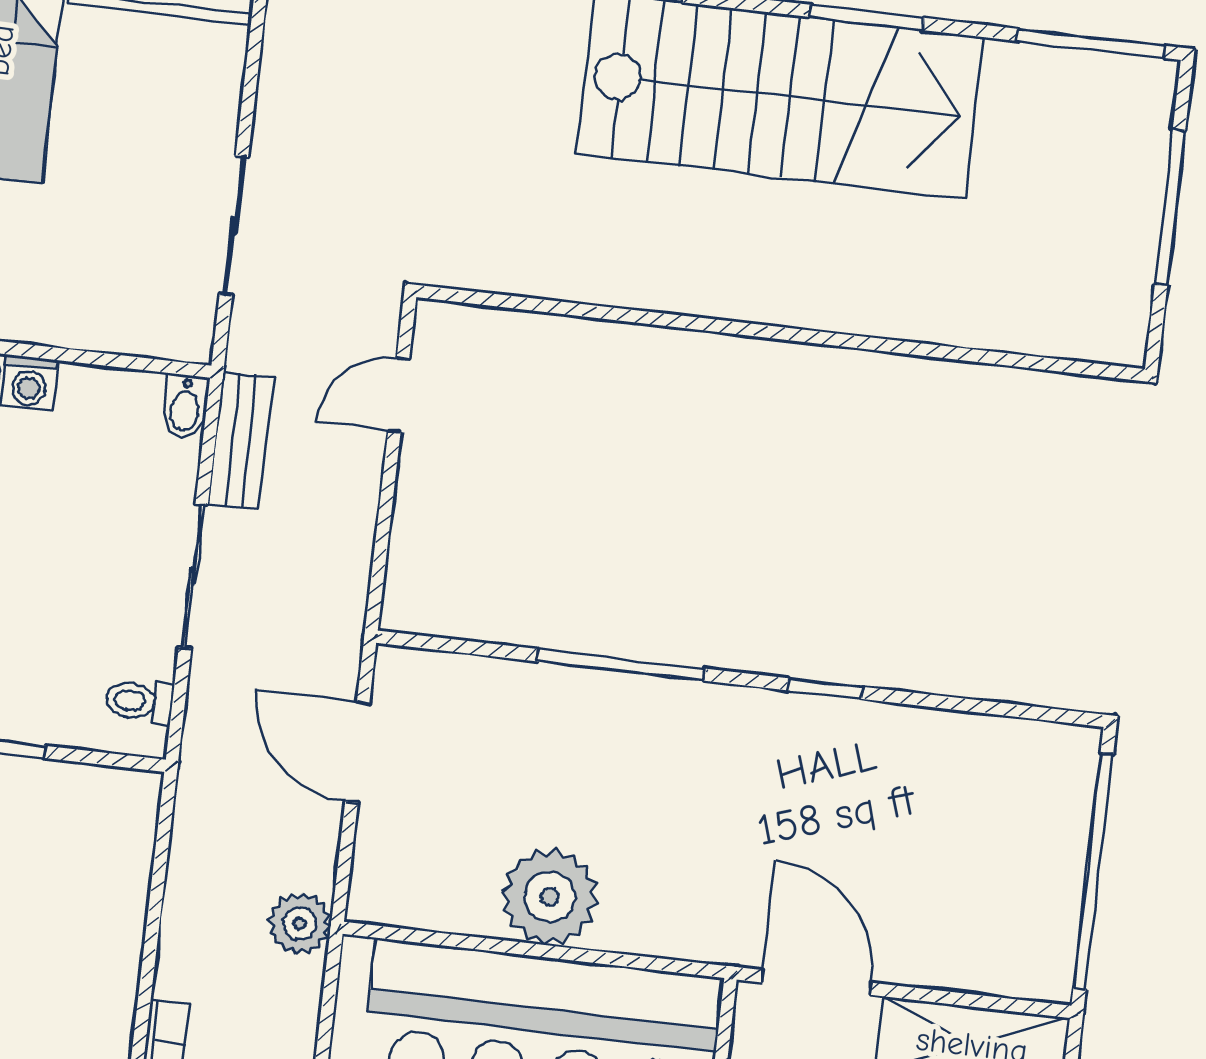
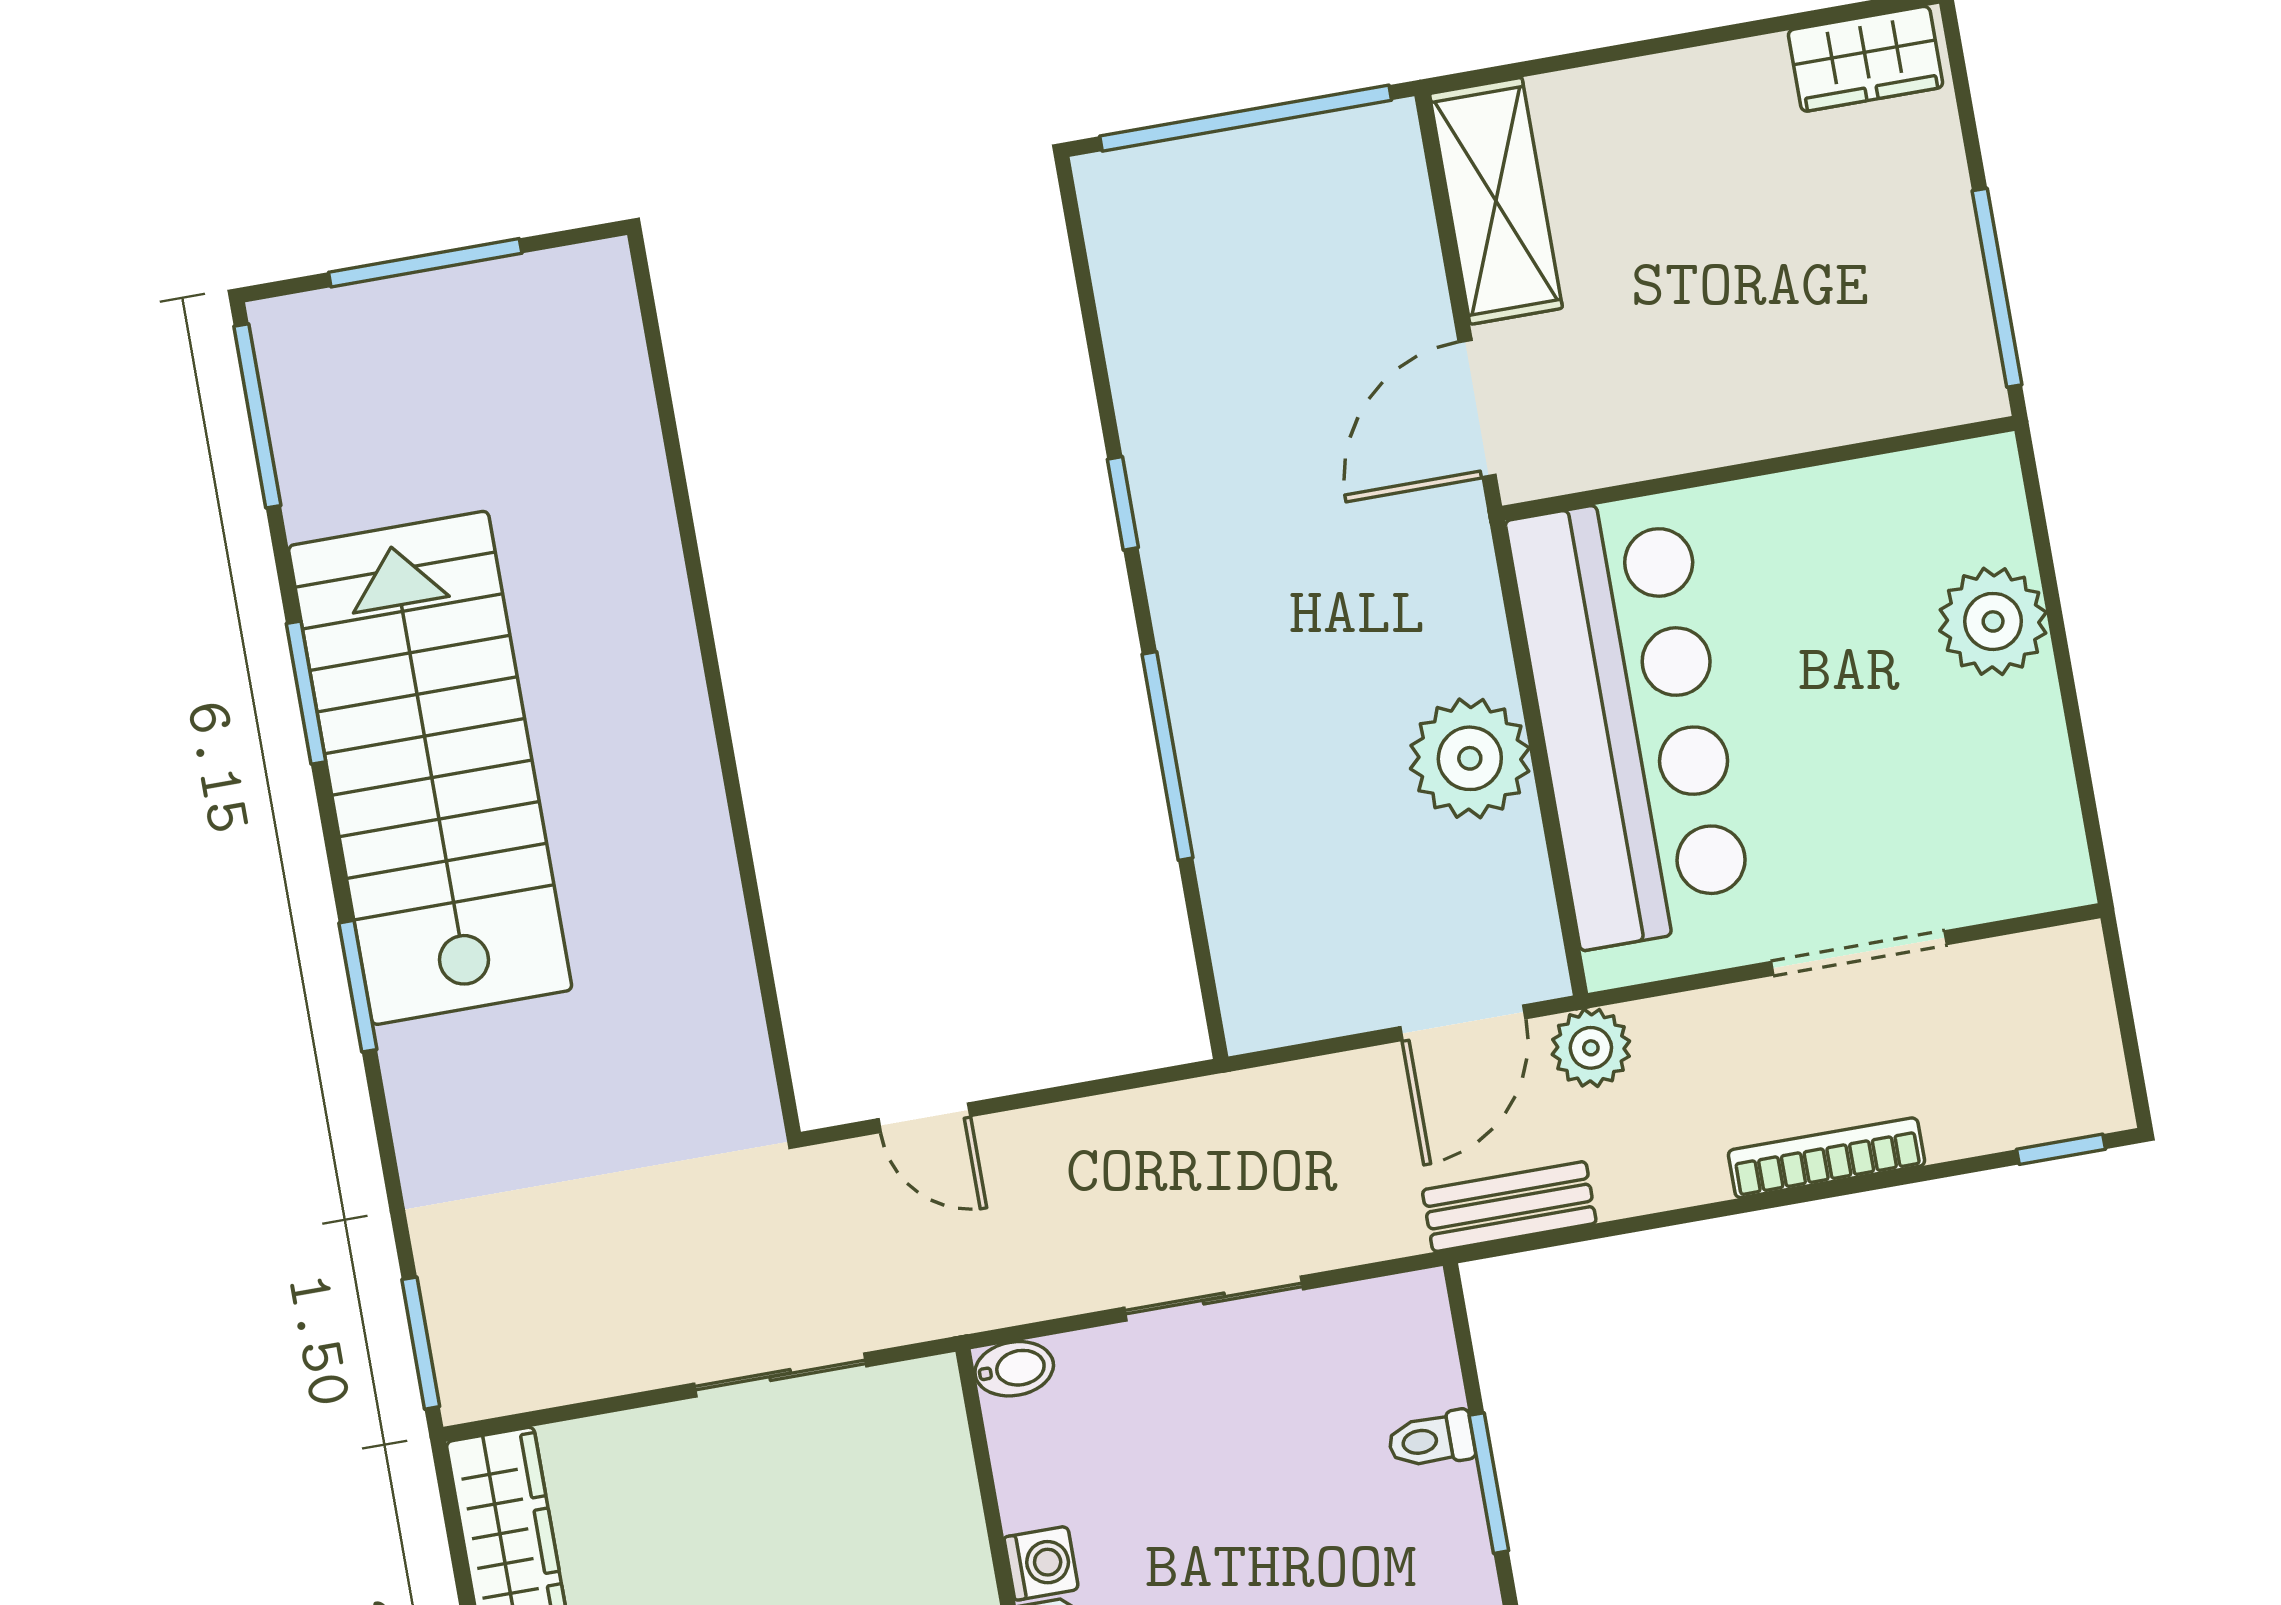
bench: (241, 440) -> (1509, 1207), moved
toilet: (139, 701) -> (1431, 1440), moved, turned 90
door: (357, 752) -> (1463, 1023), moved

